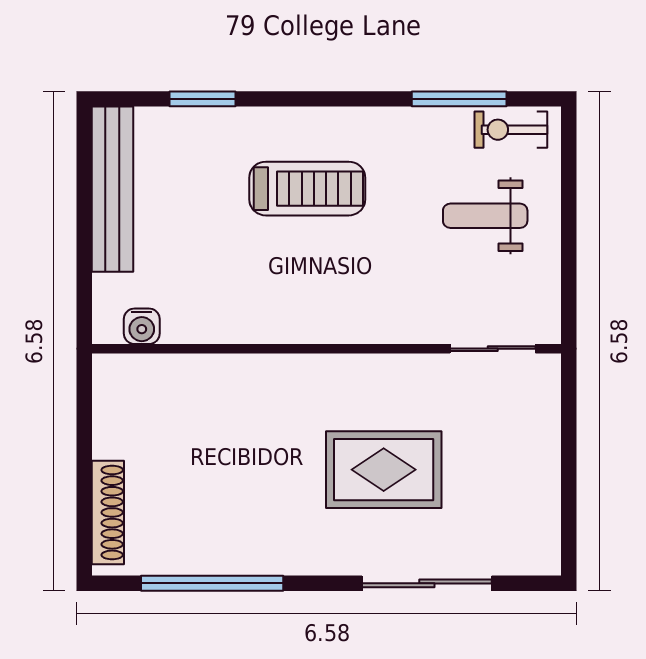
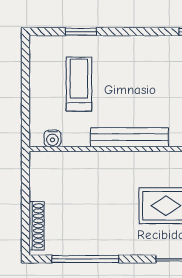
bench: (112, 189) -> (130, 137), moved, turned 90
treadmill: (307, 189) -> (79, 84), moved, turned -90

